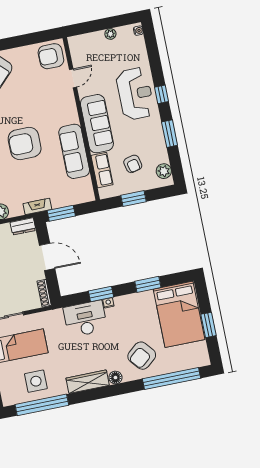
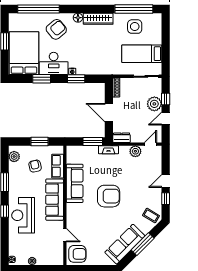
door: (73, 78) -> (65, 235), swing flipped
desk: (85, 319) -> (54, 63), moved

